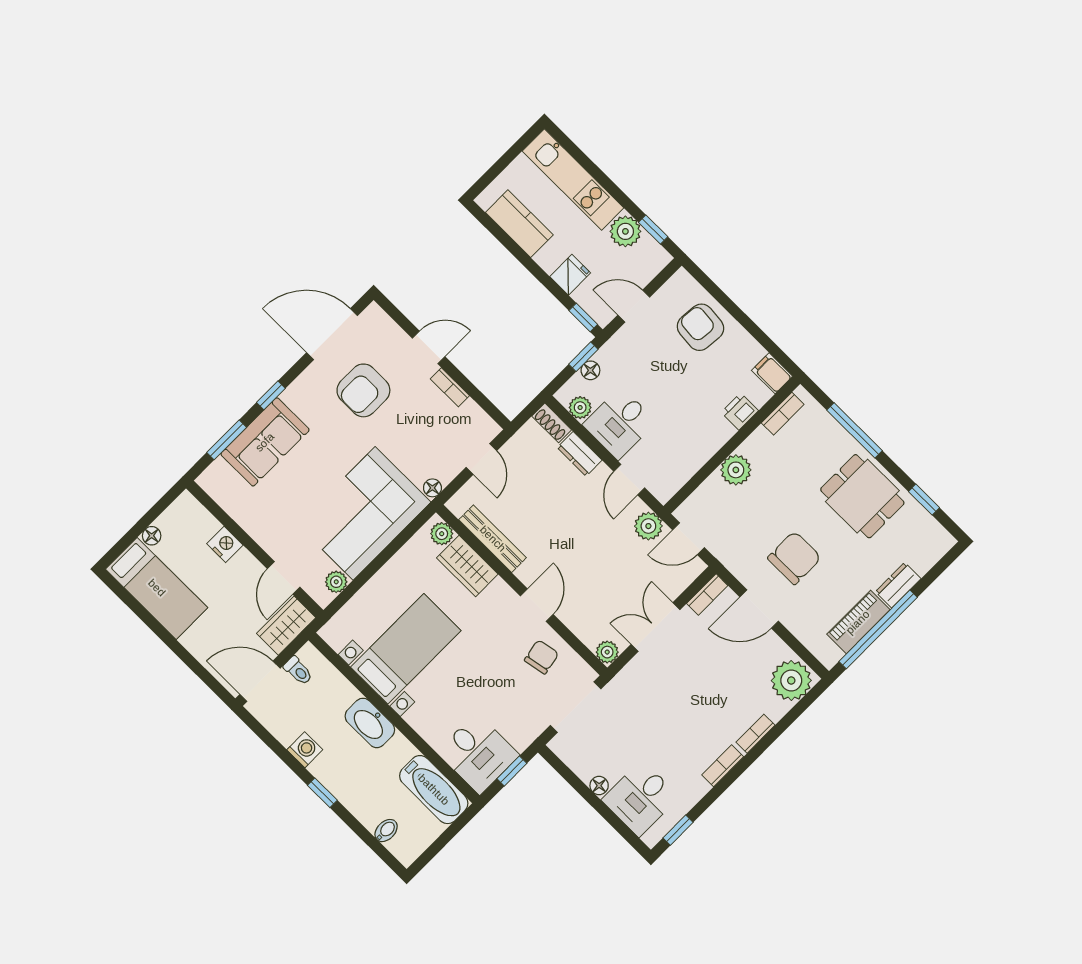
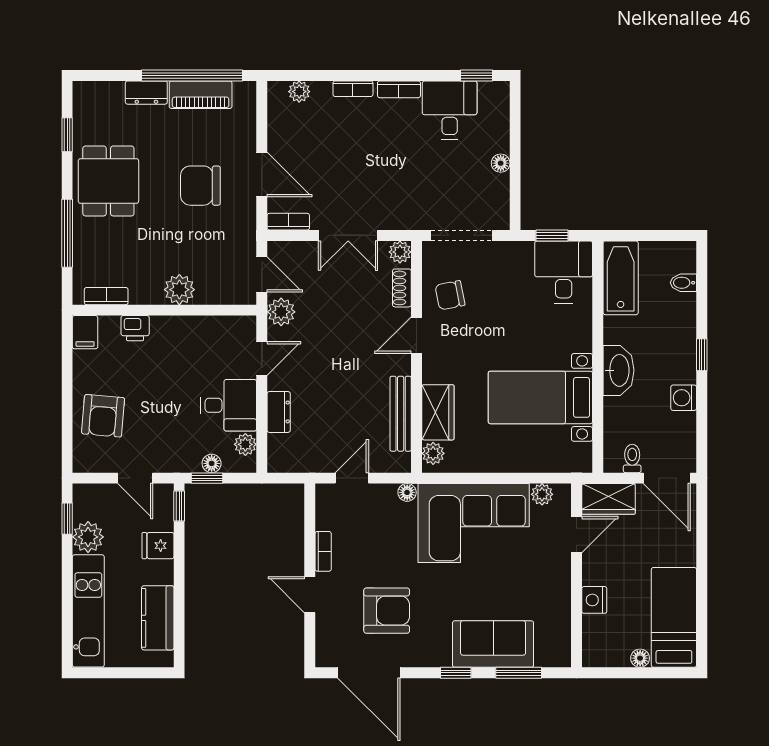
shoe rack: (552, 423) -> (402, 288), moved, turned 180
plant: (791, 680) -> (299, 92), width x0.53, depth x0.53
desk: (640, 798) -> (450, 110), moved, turned -90

